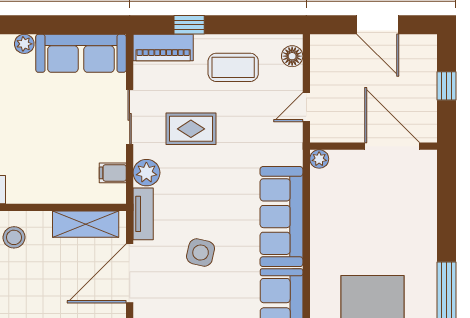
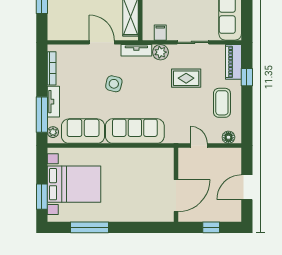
rug: (191, 129) -> (186, 78), turned 90
plant: (319, 159) -> (168, 153), removed
door: (130, 273) -> (102, 42), width x0.73

